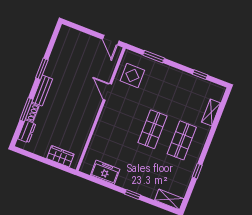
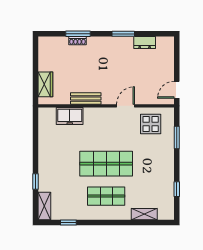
bench: (42, 91) -> (86, 98), moved
shop shelf: (153, 129) -> (106, 164), width x1.43, depth x1.36
dresser: (27, 131) -> (145, 43), moved
window: (197, 171) -> (68, 223), moved
freezer: (105, 172) -> (70, 116), moved, turned 90
window: (133, 194) -> (35, 182), moved

